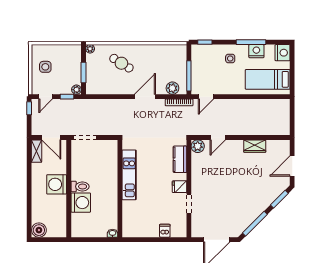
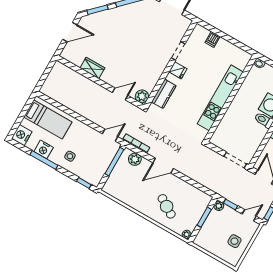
kitchen unit: (129, 175) -> (220, 98), width x1.36

